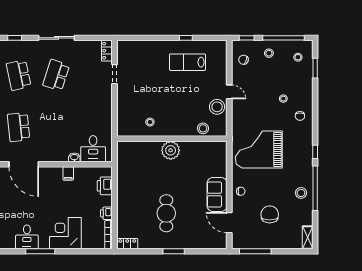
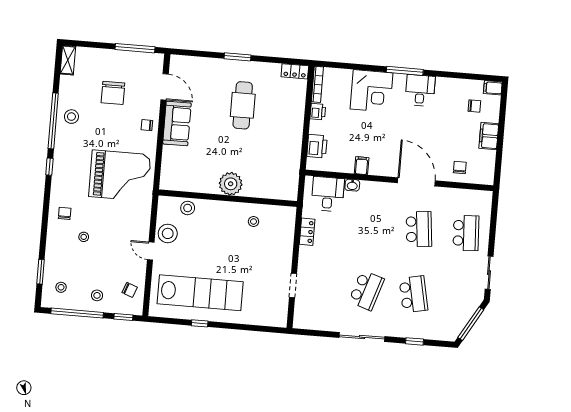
locker: (107, 51) -> (307, 232), moved
lab bench: (187, 62) -> (200, 293), width x1.86, depth x1.39

